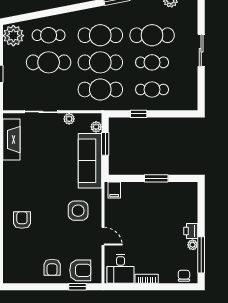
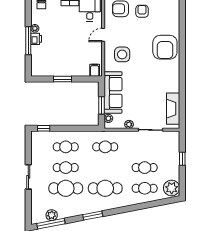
cafe table: (49, 62) -> (145, 168), width x0.73, depth x0.74
cafe table: (100, 62) -> (105, 168), removed
cafe table: (100, 90) -> (105, 147), width x0.73, depth x0.74
window: (139, 114) -> (44, 128), moved
armchair: (22, 220) -> (165, 47), width x1.88, depth x1.88
door: (103, 236) -> (103, 35), hinge flipped
window: (201, 255) -> (28, 41), moved

